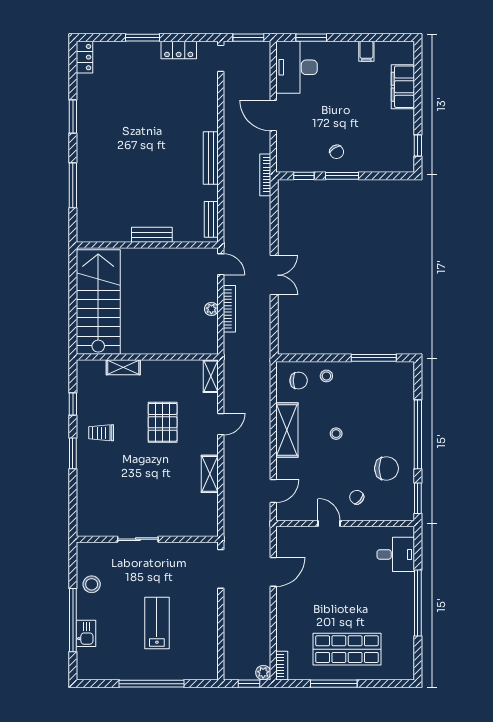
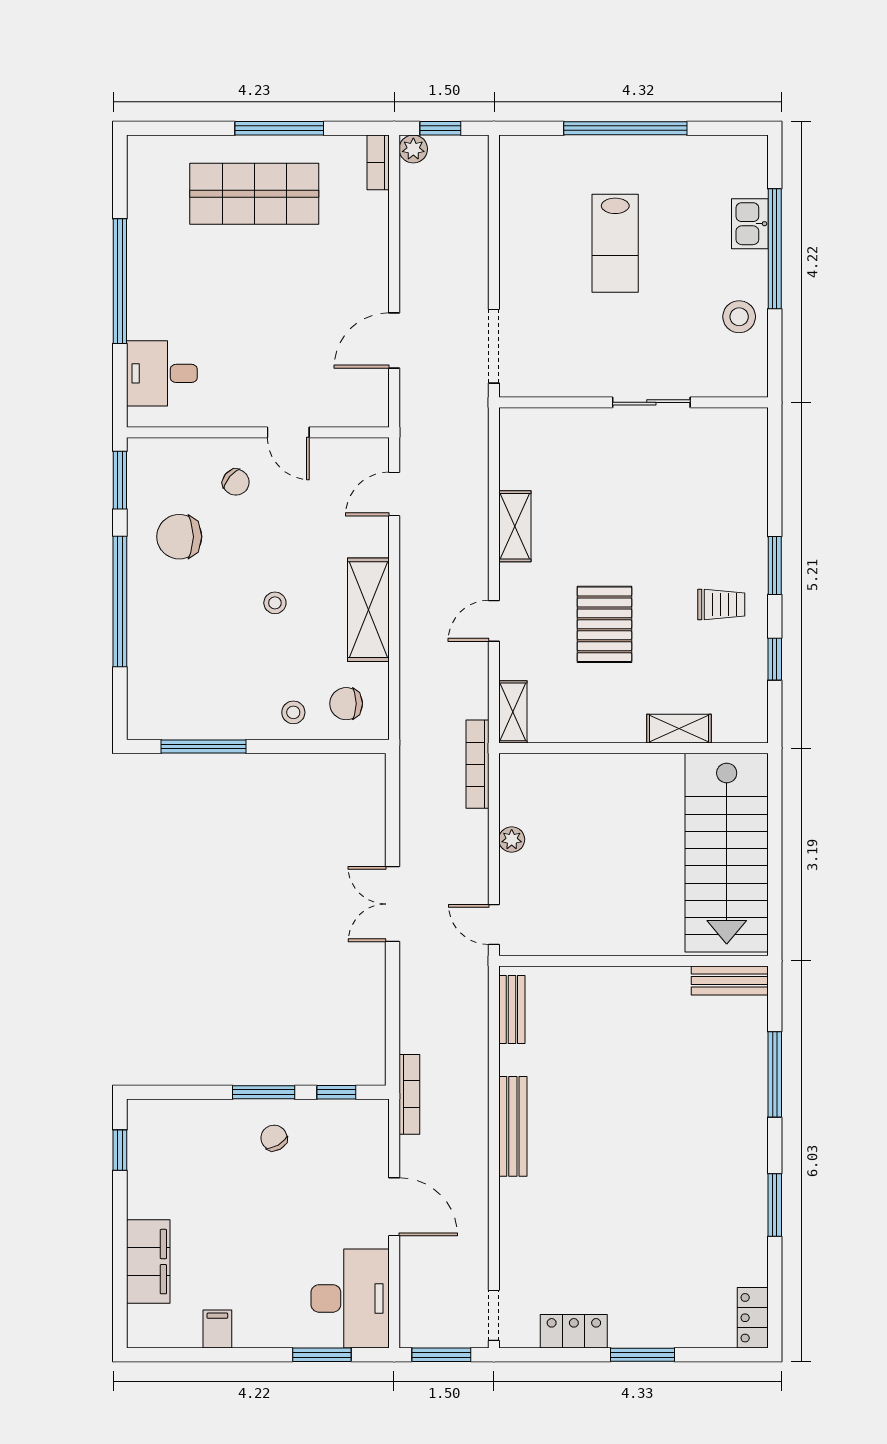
bench: (152, 235) -> (730, 981), moved
bookcase: (229, 309) -> (478, 764), moved

